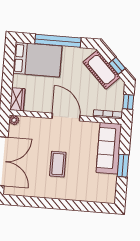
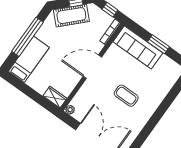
bed: (37, 60) -> (29, 59), width x0.67

